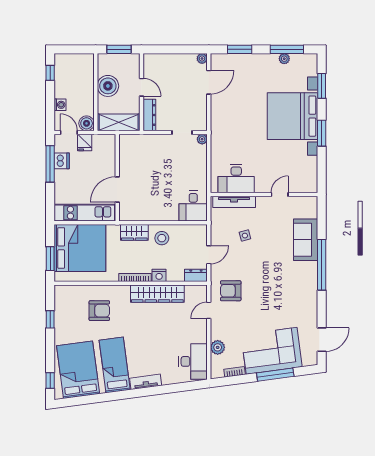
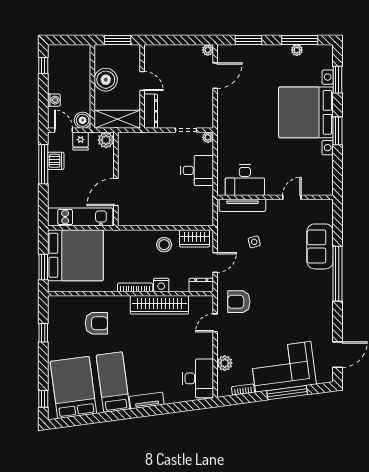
plant: (108, 142) -> (106, 140), added
desk: (193, 206) -> (197, 170), moved, turned -90
wardrobe: (134, 232) -> (195, 238), moved

